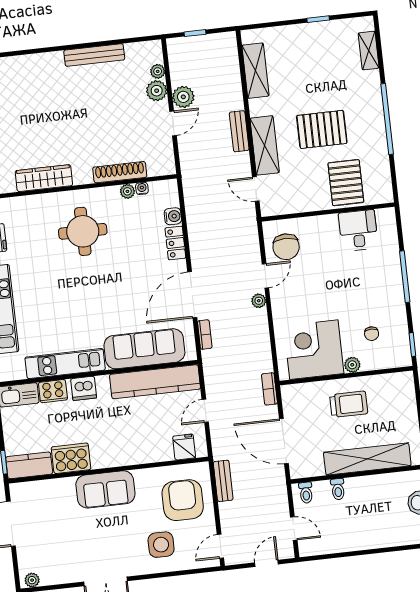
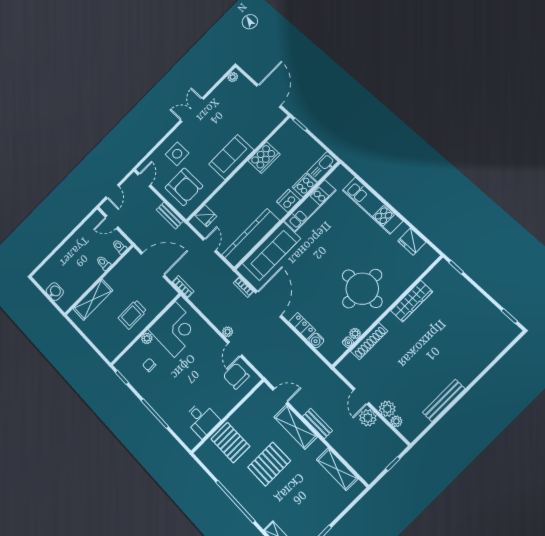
round table: (83, 231) -> (362, 289), width x1.36, depth x1.36
shelving: (367, 459) -> (93, 300), width x0.68
kitchen counter: (29, 465) -> (284, 134), removed

